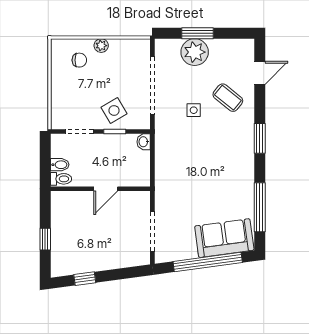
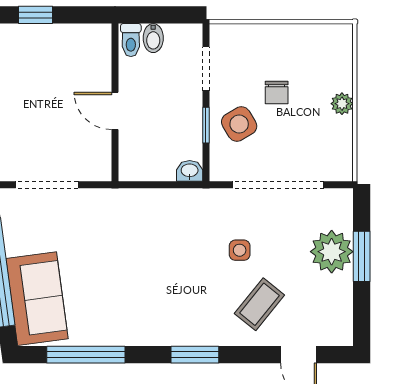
chair: (79, 60) -> (277, 92), moved

